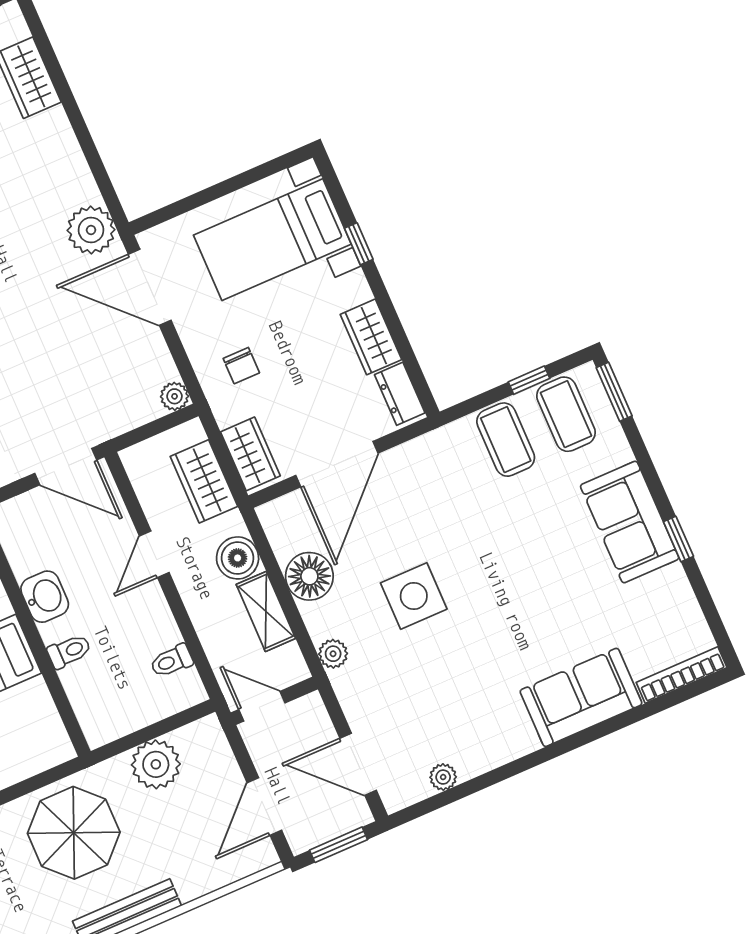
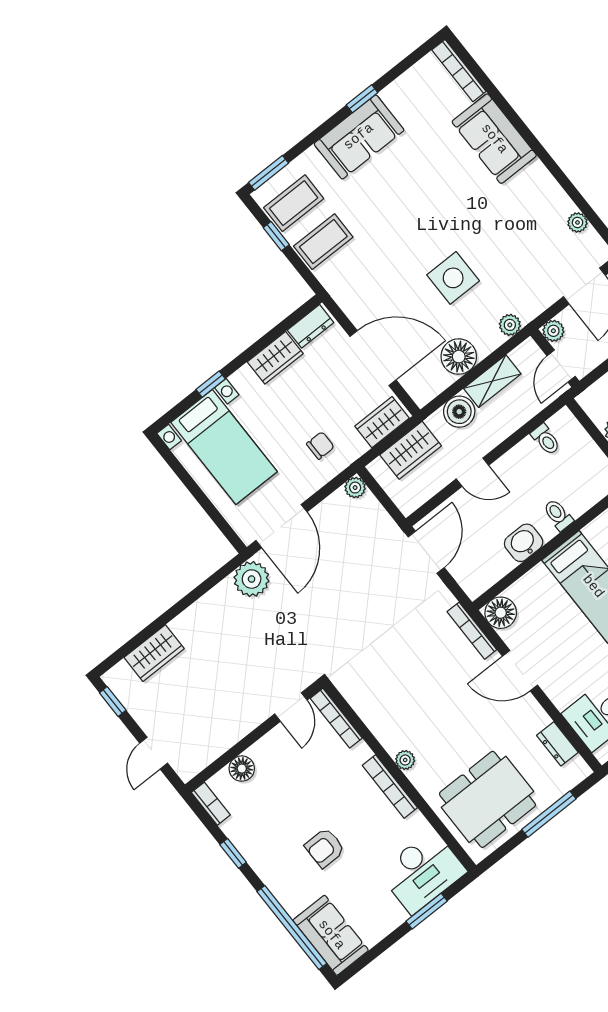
plant: (310, 708) -> (553, 331), added

